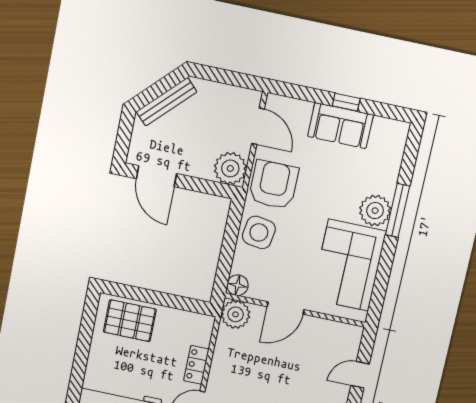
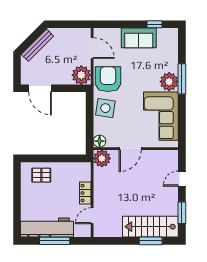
window: (346, 102) -> (154, 24), moved
pallet: (130, 321) -> (41, 175), width x0.67, depth x0.71

